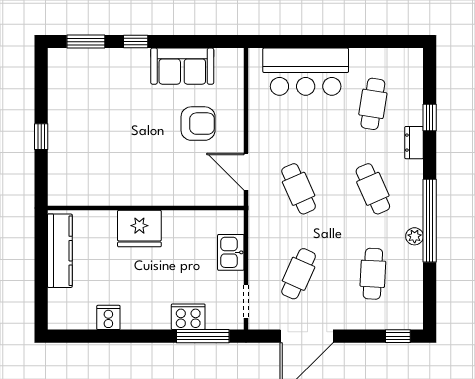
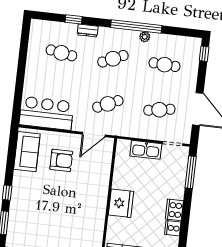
sofa: (182, 66) -> (27, 152), moved
bar counter: (306, 72) -> (46, 113), moved, turned -90
armchair: (198, 124) -> (61, 160), turned 90
kitchen sink: (231, 252) -> (146, 150), width x1.38
cafe table: (299, 274) -> (159, 110), turned -33
cooker: (188, 317) -> (174, 210), moved

